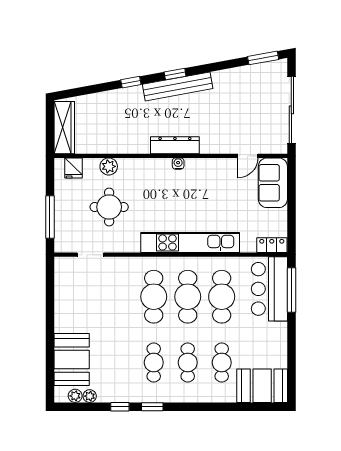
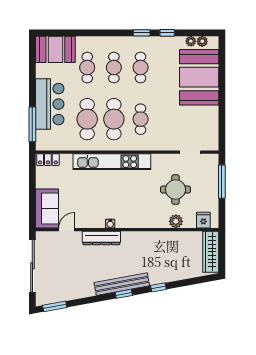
dresser: (175, 145) -> (101, 238), moved
water cooler: (178, 164) -> (110, 224), moved
bar counter: (269, 289) -> (50, 104), moved
cafe table: (154, 297) -> (141, 119), width x0.73, depth x0.74
booth: (72, 360) -> (199, 77), width x1.36, depth x1.42

